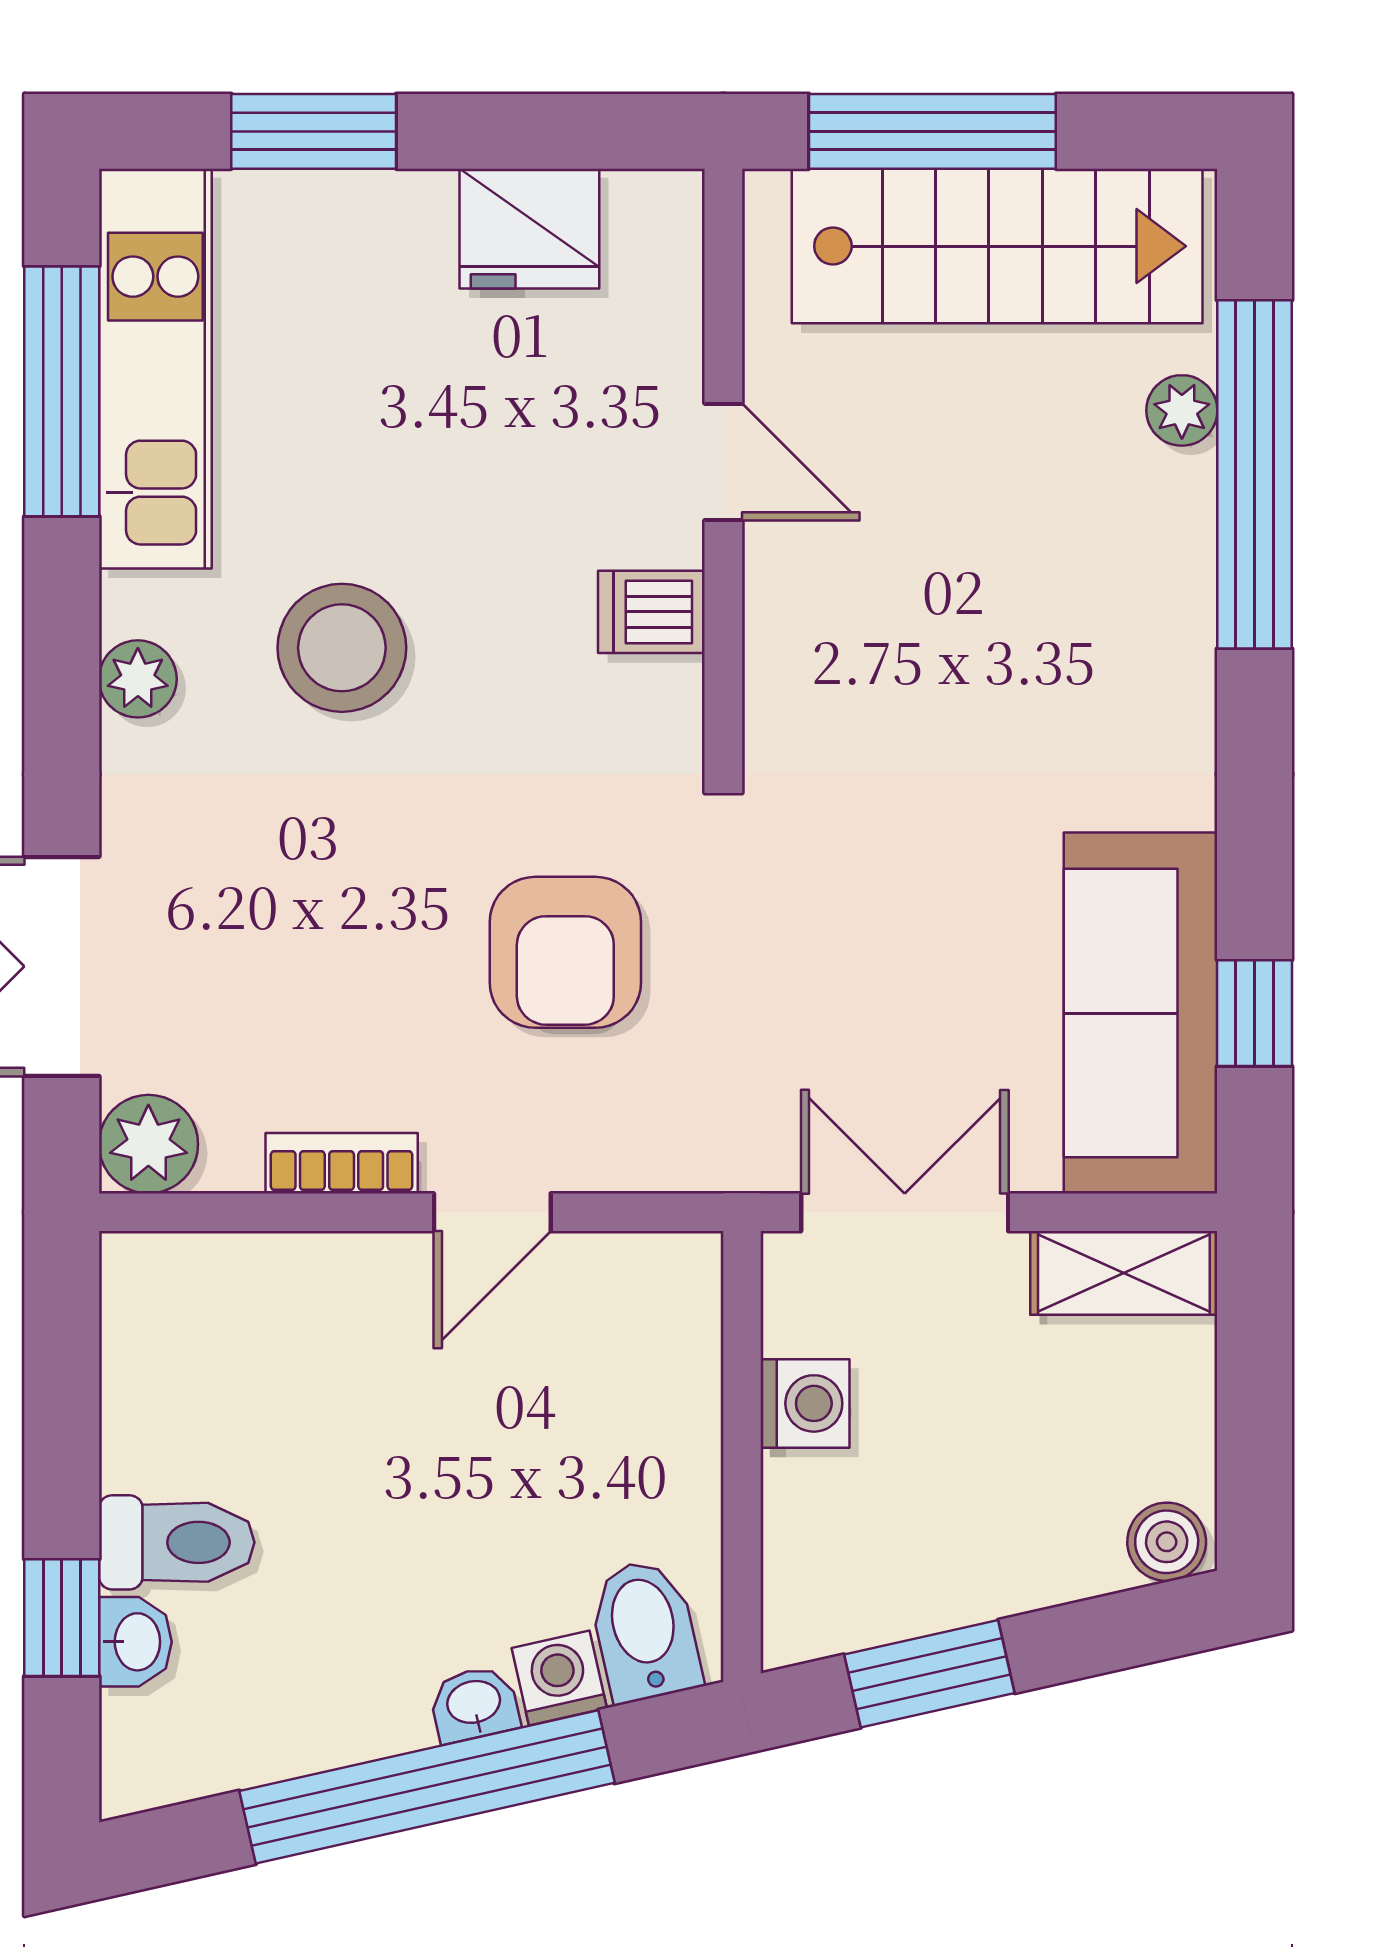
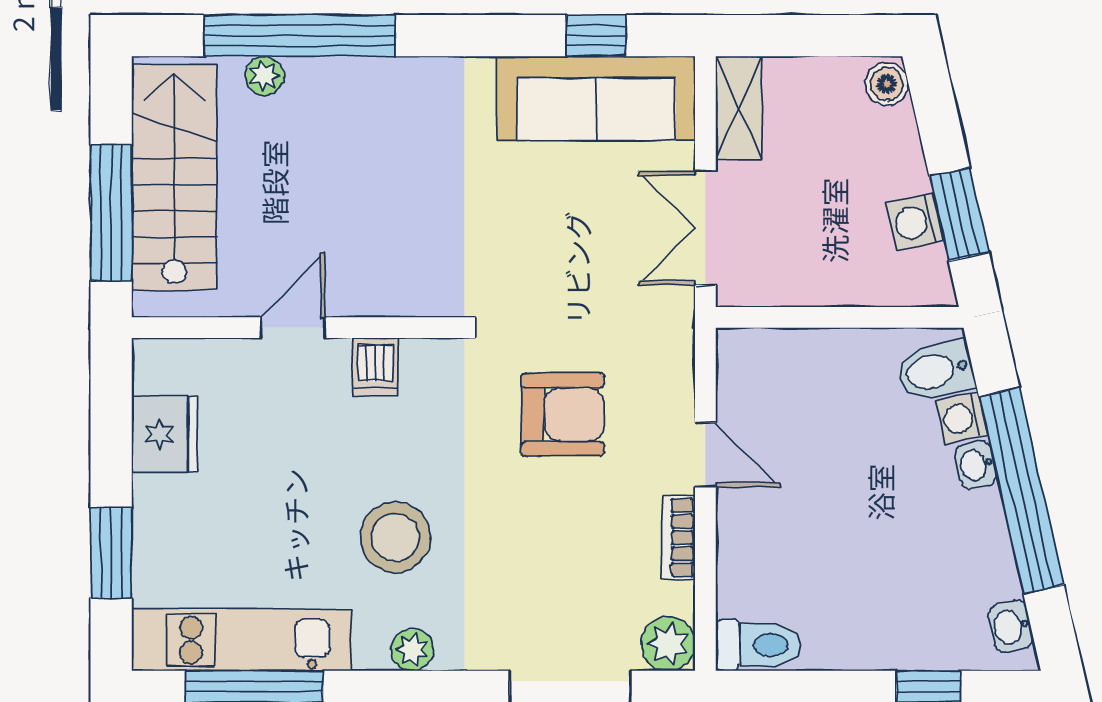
washing machine: (805, 1403) -> (915, 222), moved, turned -103
toilet: (177, 1542) -> (758, 645), moved, turned 90
washbasin: (135, 1642) -> (1011, 626), moved, turned -103

